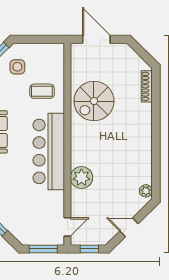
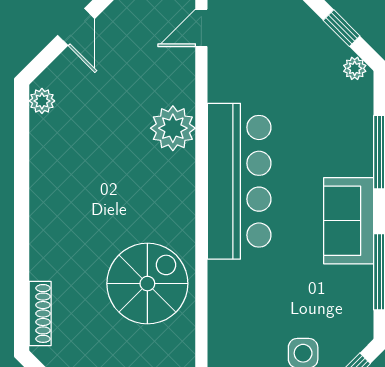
coffee table: (42, 91) -> (253, 304), removed
door: (129, 227) -> (76, 27), hinge flipped

